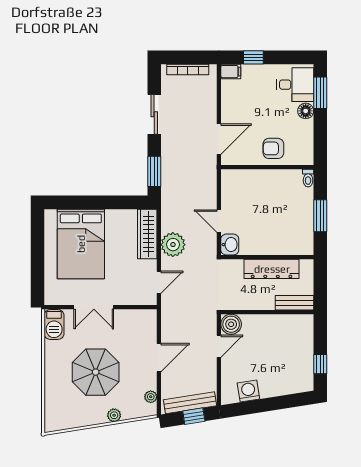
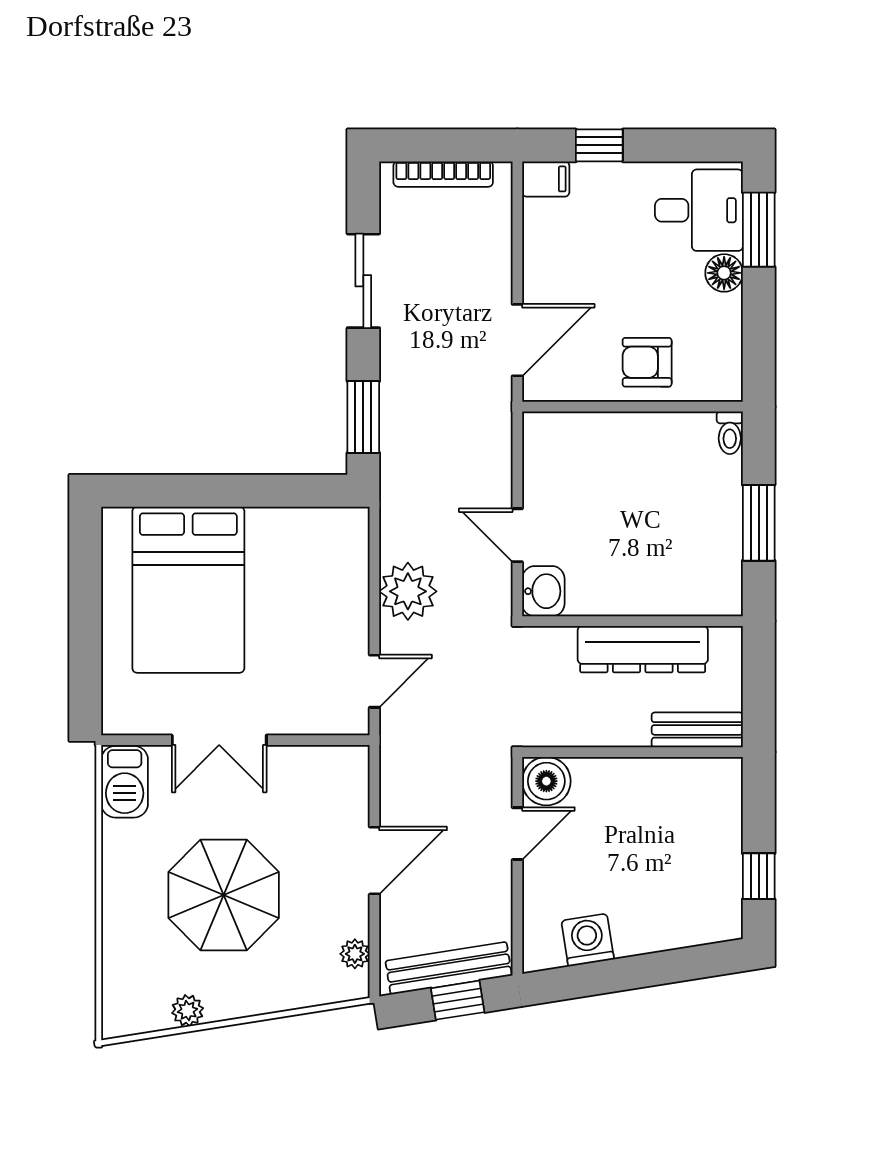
wardrobe: (147, 234) -> (347, 566), removed
plant: (114, 415) -> (188, 1011), moved

